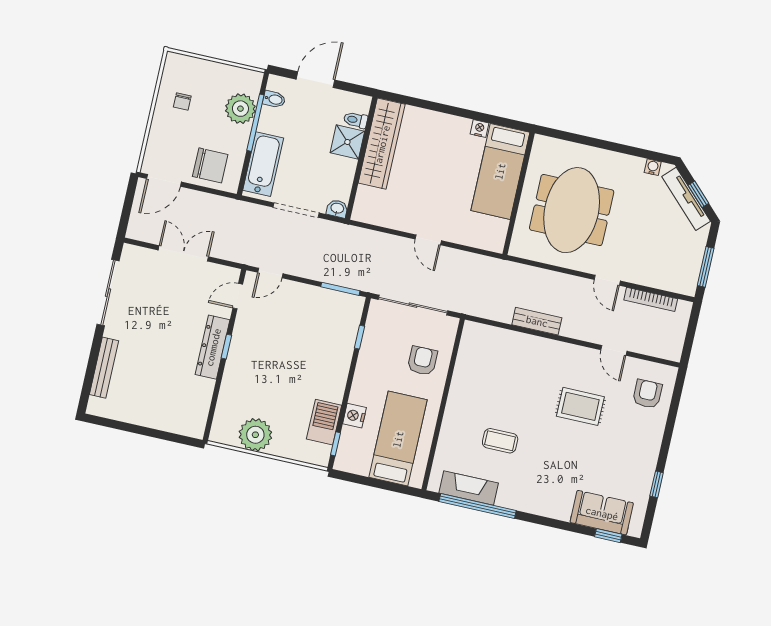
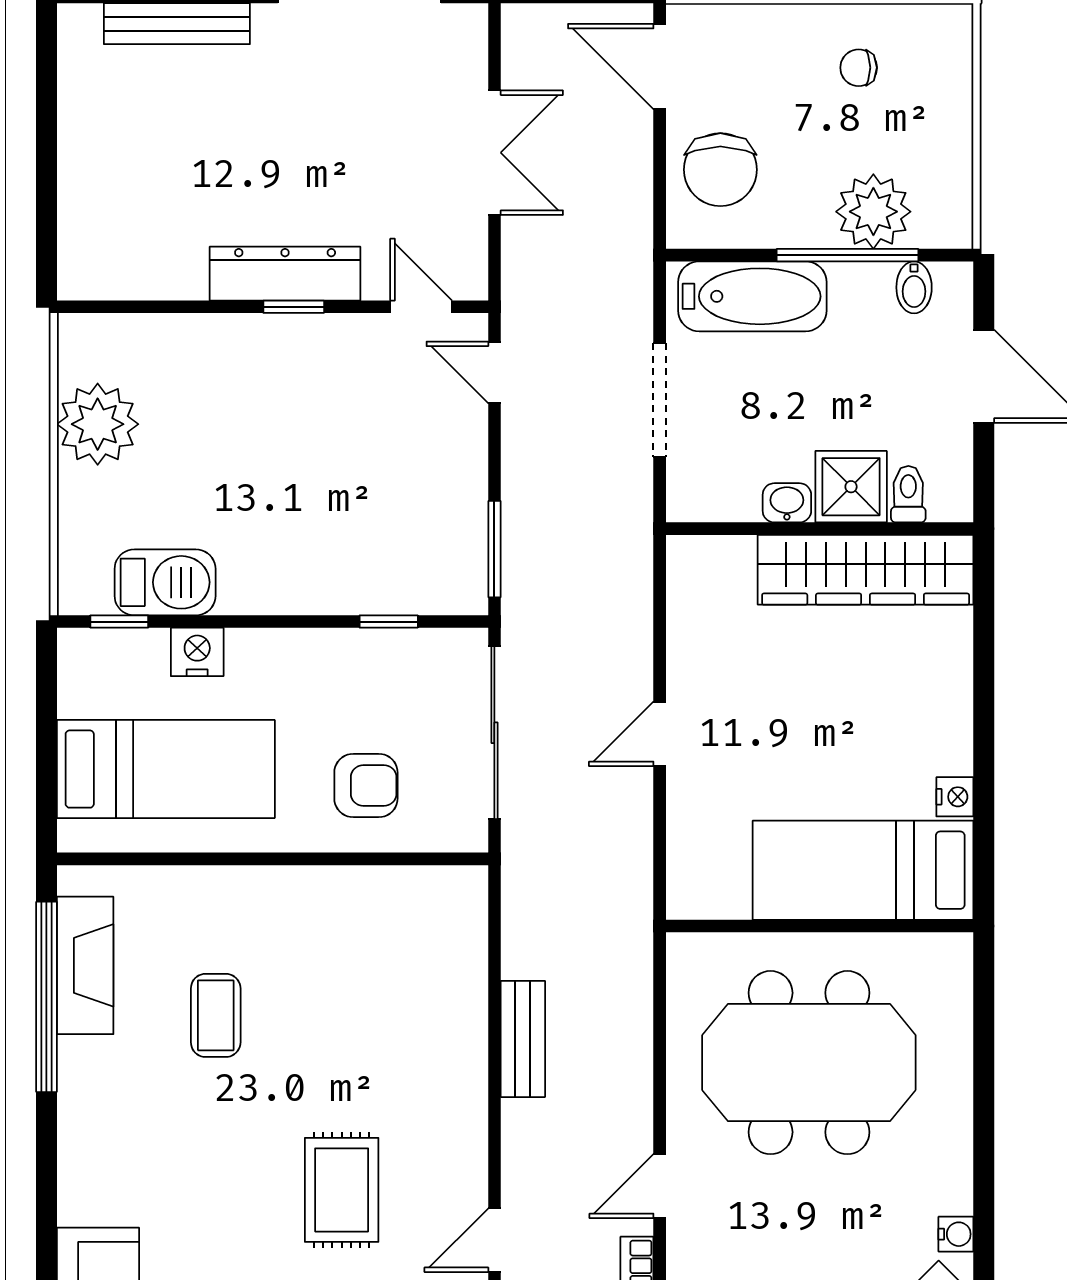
washbasin: (337, 209) -> (787, 503), moved, turned -90

